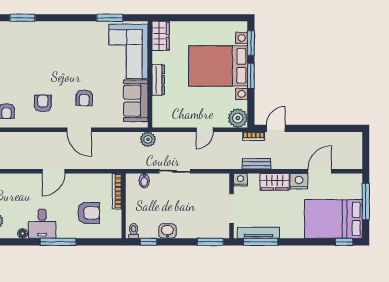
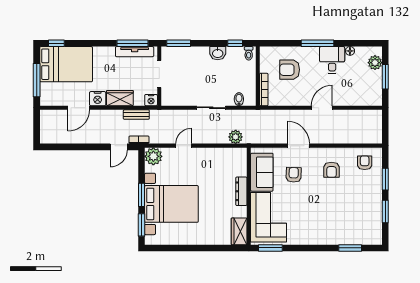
wardrobe: (161, 36) -> (239, 231), moved
corner sofa: (128, 51) -> (268, 217), moved
wall: (150, 74) -> (249, 196), moved
dresser: (158, 80) -> (241, 191), moved
sofa: (136, 101) -> (262, 172), moved

